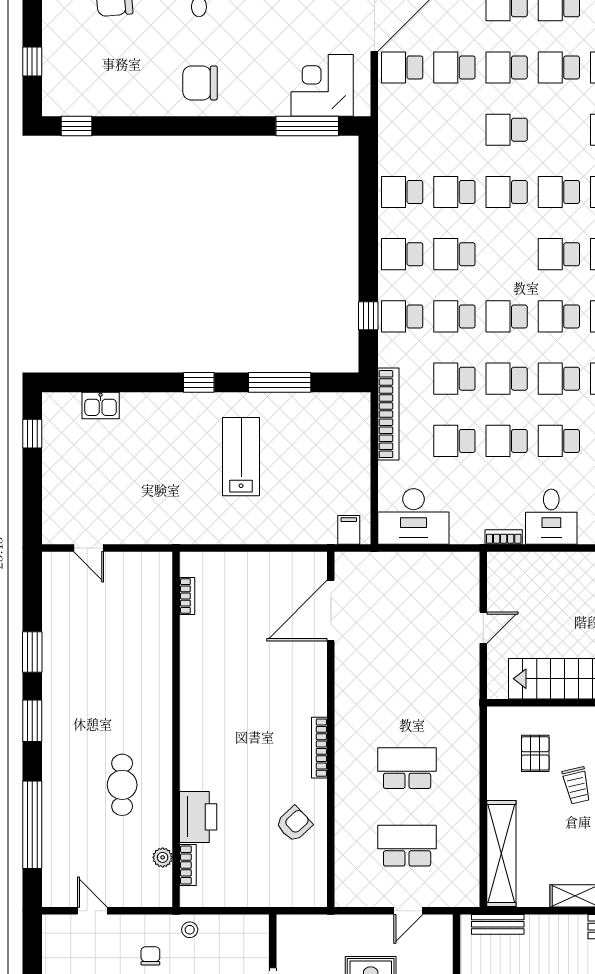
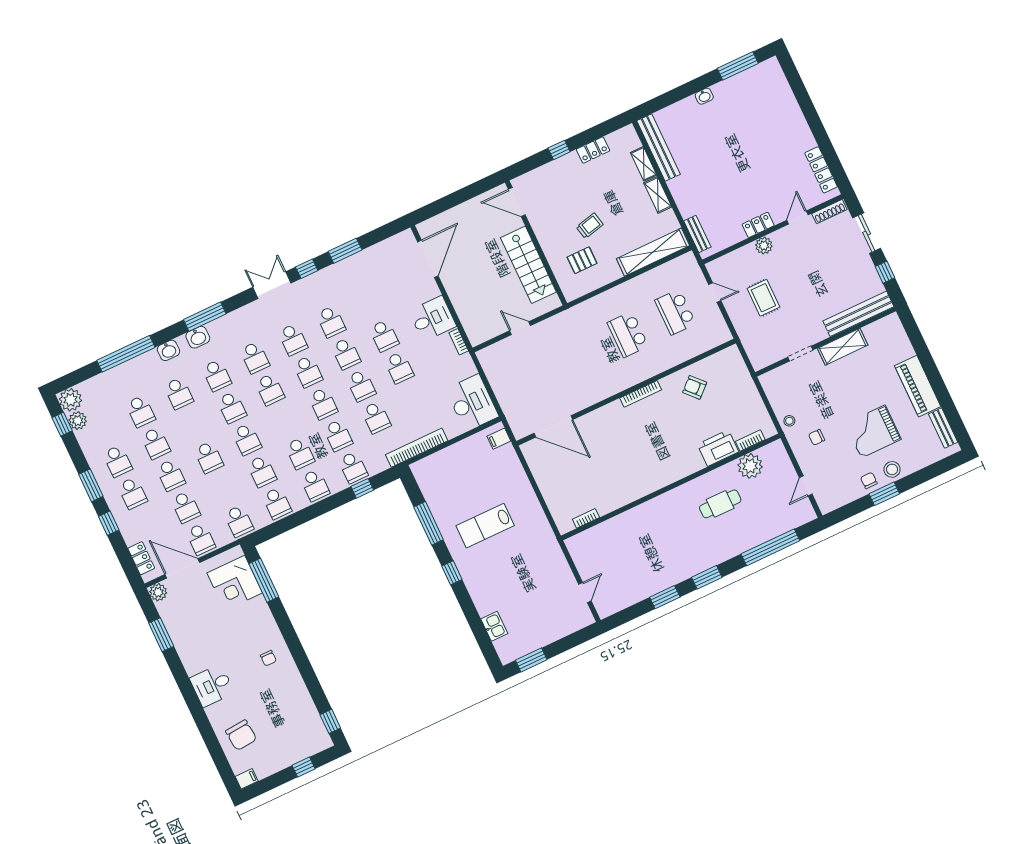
chair: (200, 83) -> (268, 658), width x0.54, depth x0.54
window: (32, 434) -> (531, 660), width x1.50
school desk: (454, 441) -> (239, 521), moved
plant: (163, 857) -> (750, 466), width x1.88, depth x1.88

